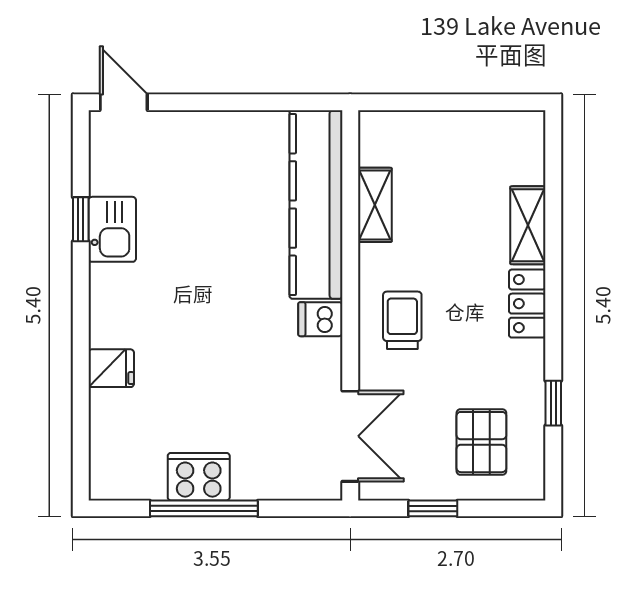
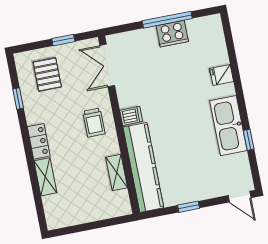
window: (236, 102) -> (189, 207), added
kitchen sink: (112, 229) -> (228, 126), width x1.88, depth x1.24

